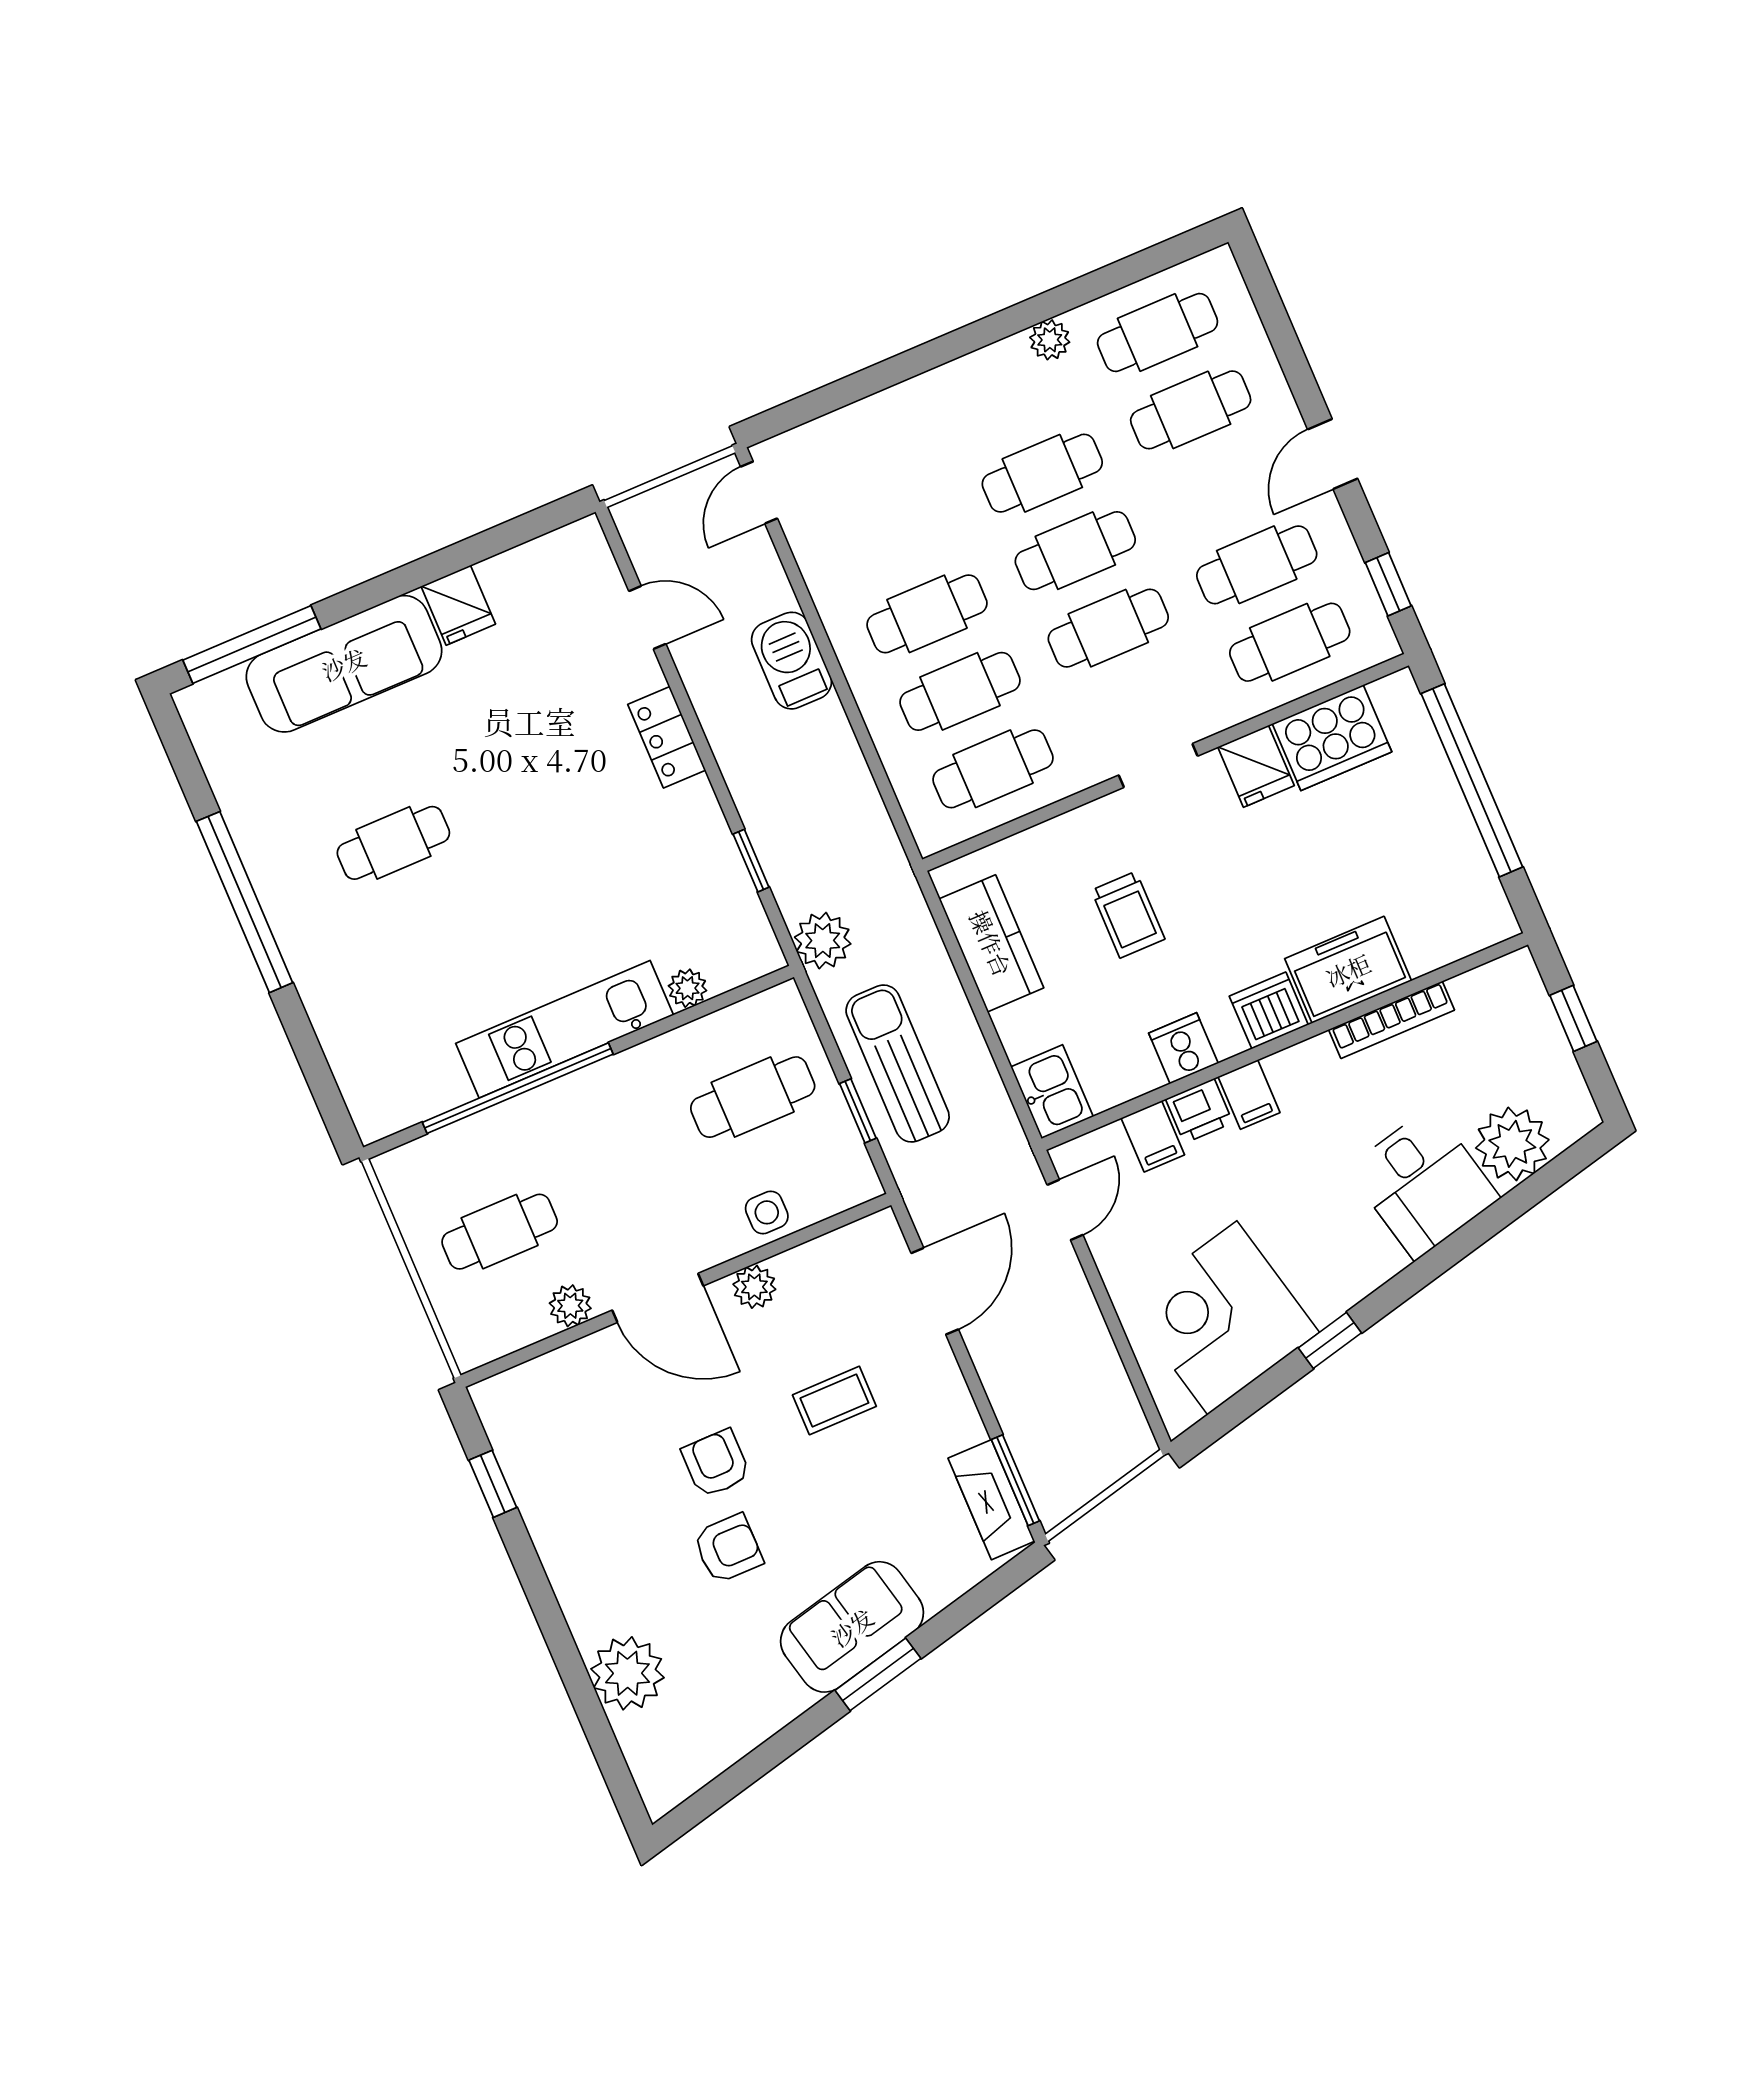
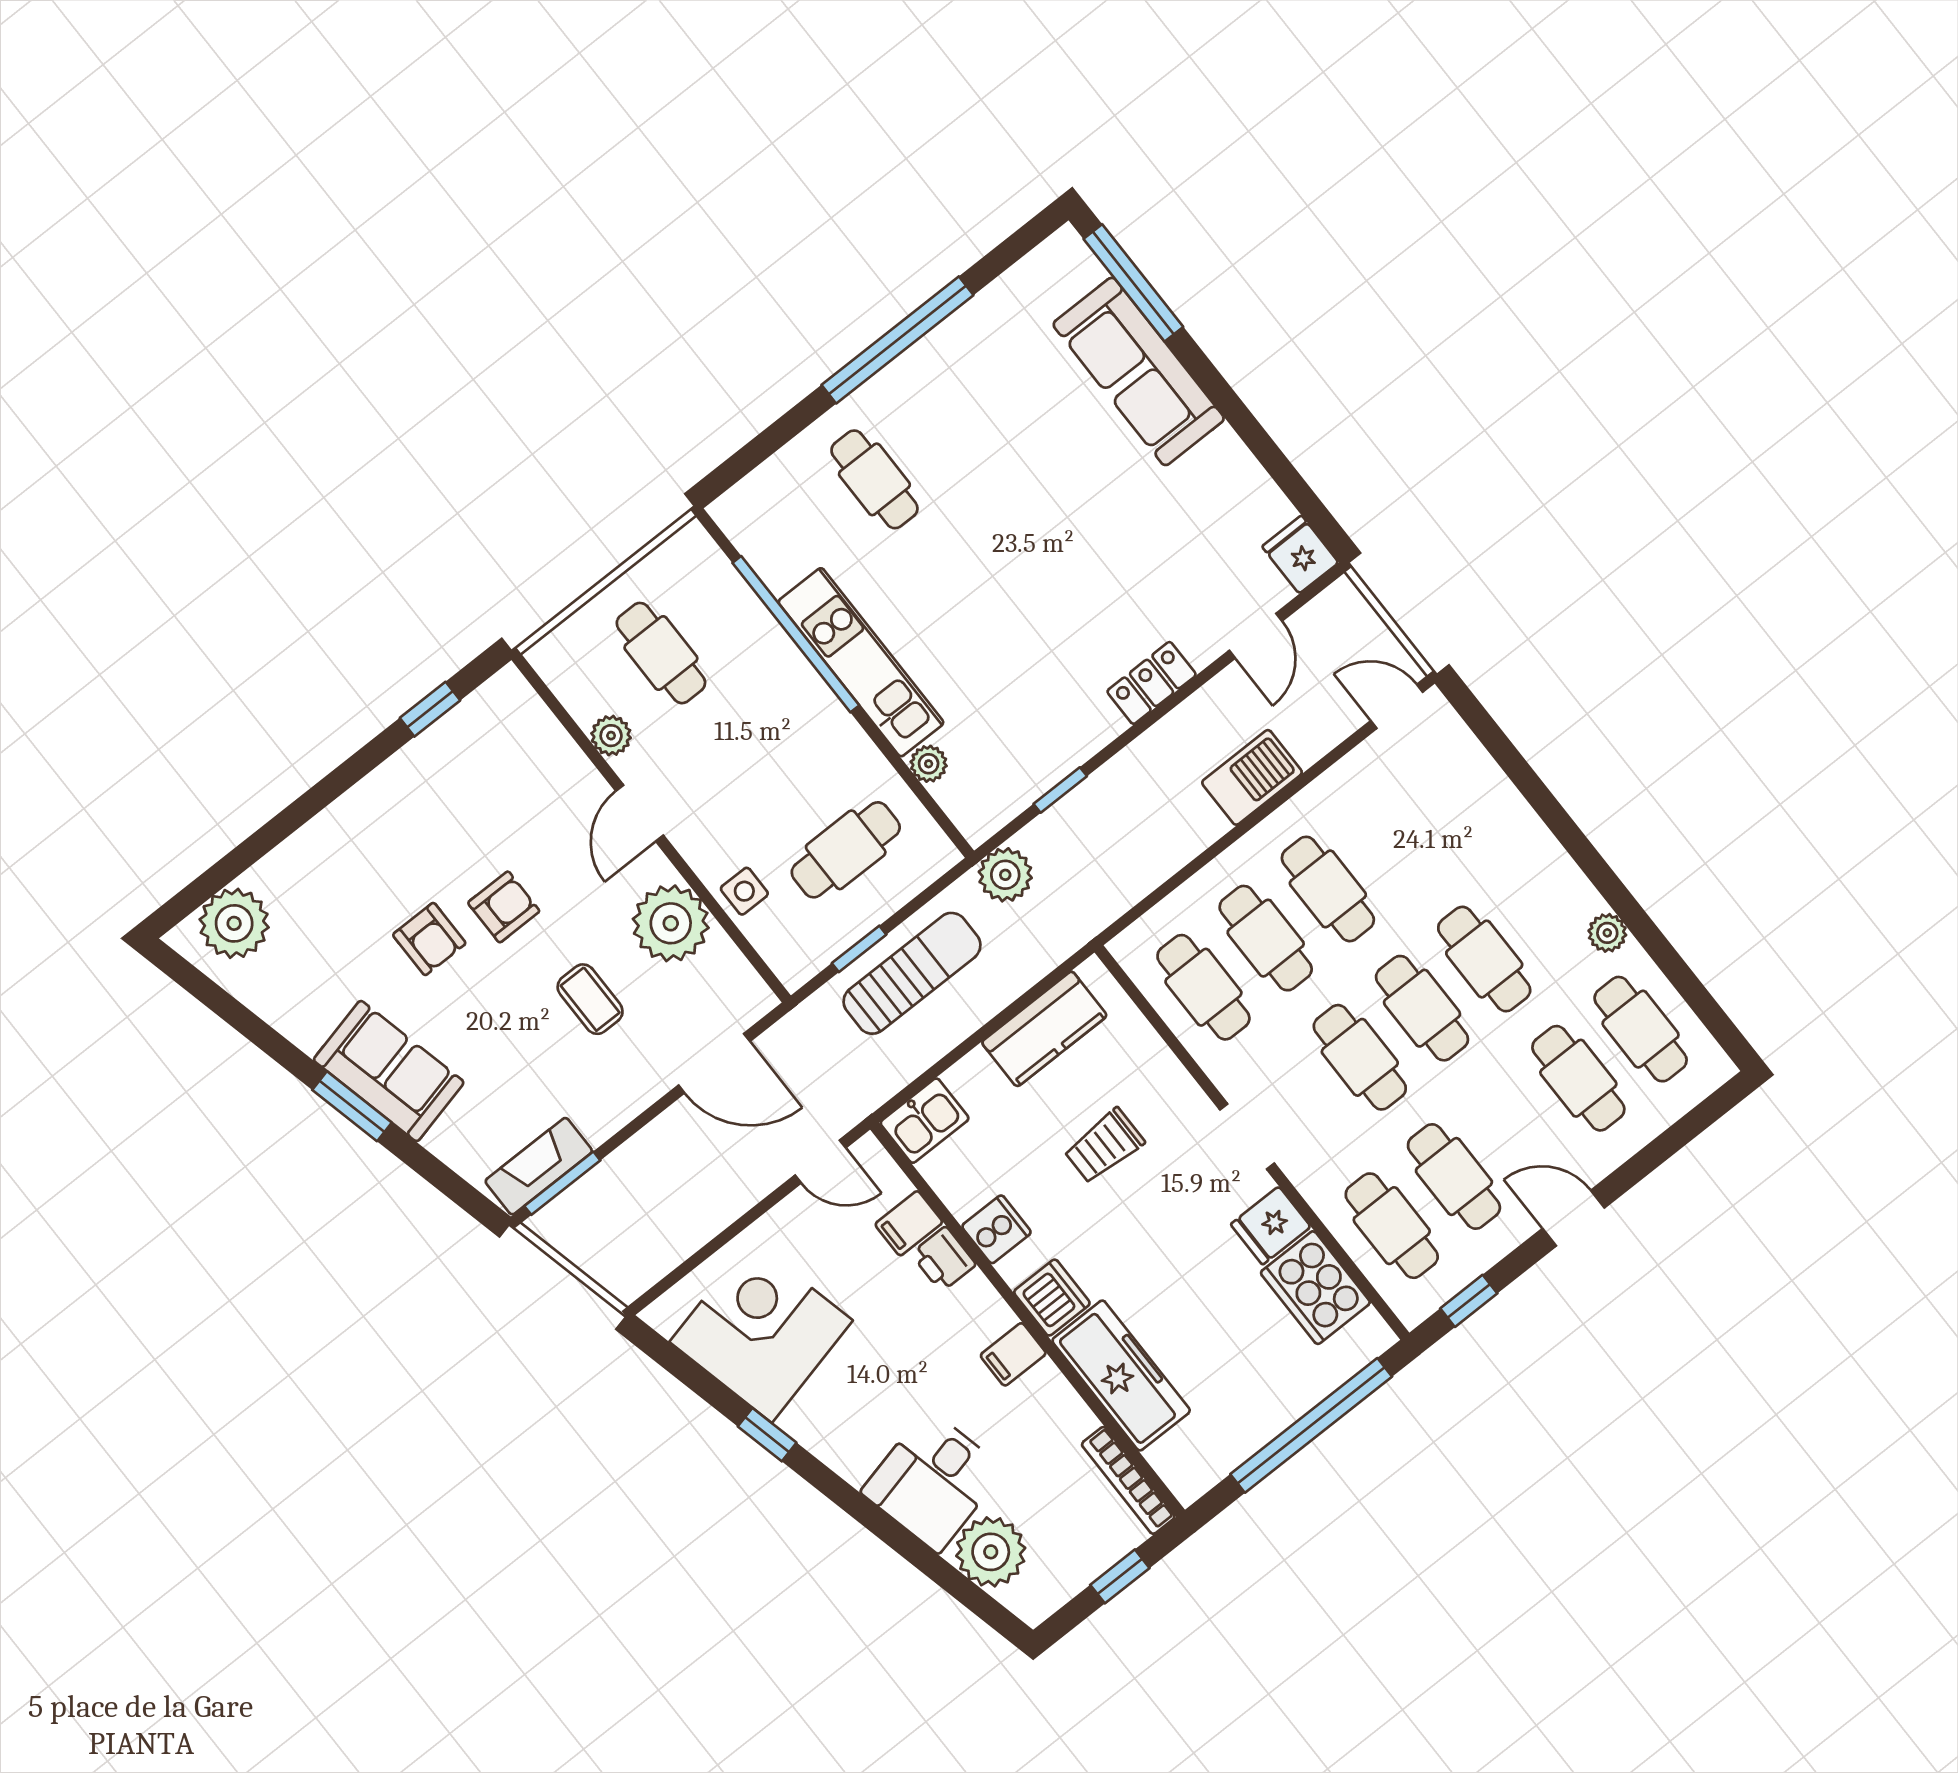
fridge: (458, 605) -> (1300, 555), moved, turned 90
cafe table: (393, 843) -> (874, 479), moved
freezer: (1348, 970) -> (1121, 1376), width x1.40
bookcase: (1392, 1020) -> (1128, 1480), moved
filing cabinet: (1249, 1095) -> (1013, 1354), moved
cafe table: (753, 1097) -> (846, 850), turned 90
plant: (754, 1287) -> (671, 923), width x1.87, depth x1.87
door: (658, 1298) -> (640, 813), width x0.73
plant: (627, 1673) -> (234, 923), moved

